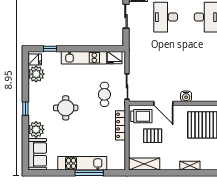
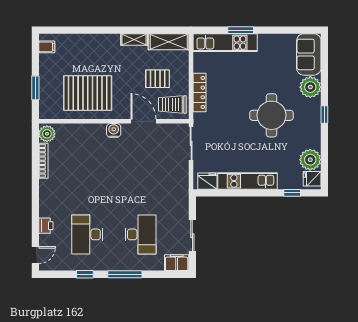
cafe table: (104, 94) -> (221, 133), removed
round table: (66, 108) -> (272, 115), width x1.36, depth x1.36
kitchen unit: (82, 163) -> (225, 43), moved
shelving: (190, 166) -> (134, 39), moved
window: (89, 173) -> (241, 30), width x0.69

